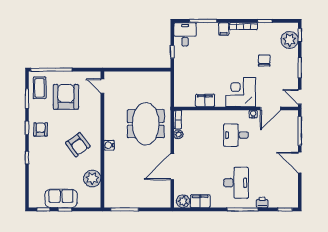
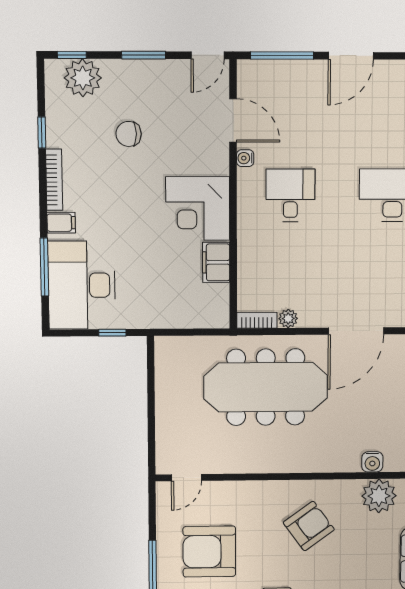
desk: (185, 34) -> (82, 285), width x1.87, depth x1.30
corner desk: (241, 92) -> (198, 209), moved
meeting table: (146, 124) -> (266, 387), width x1.36
desk: (236, 135) -> (290, 195), turned 180
water cooler: (109, 145) -> (372, 462), moved
door: (172, 166) -> (356, 331), hinge flipped

